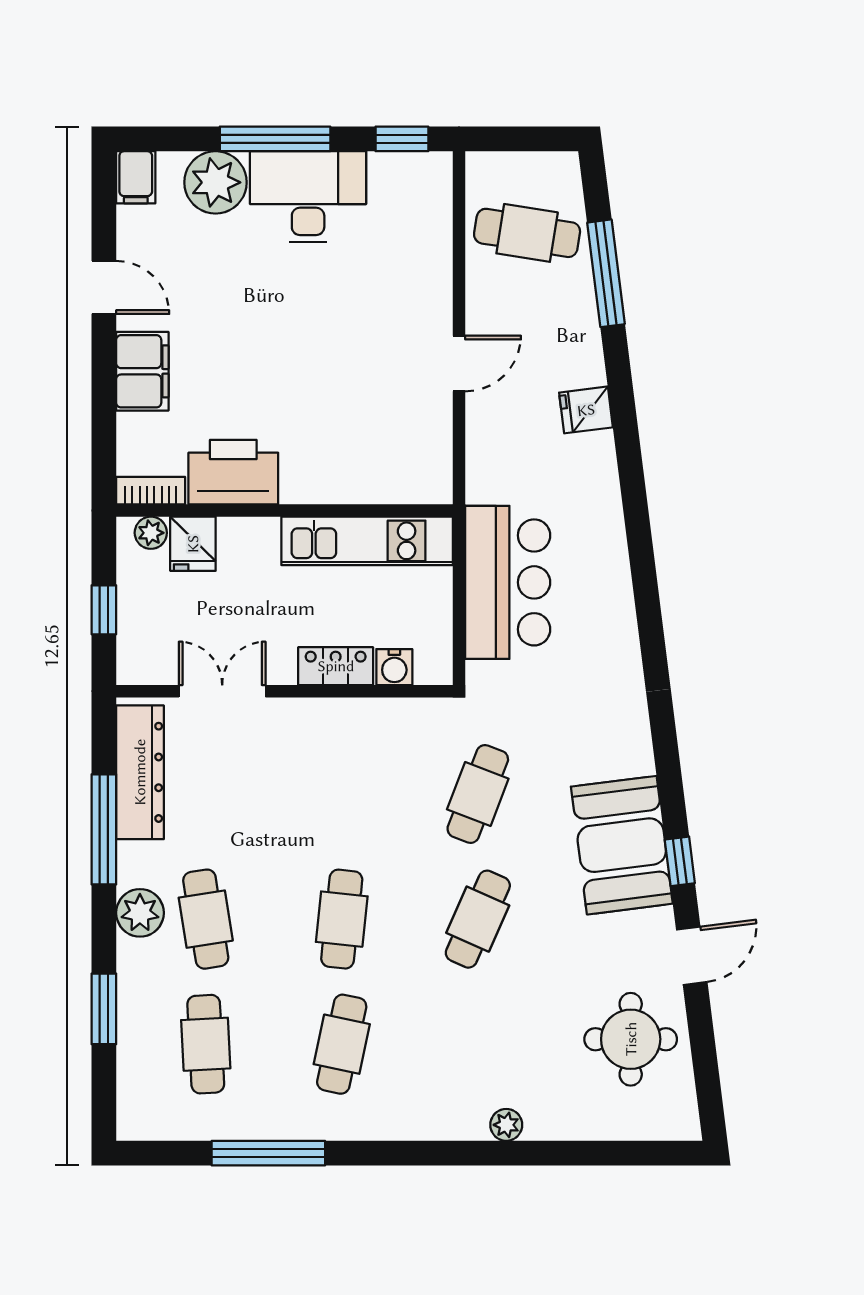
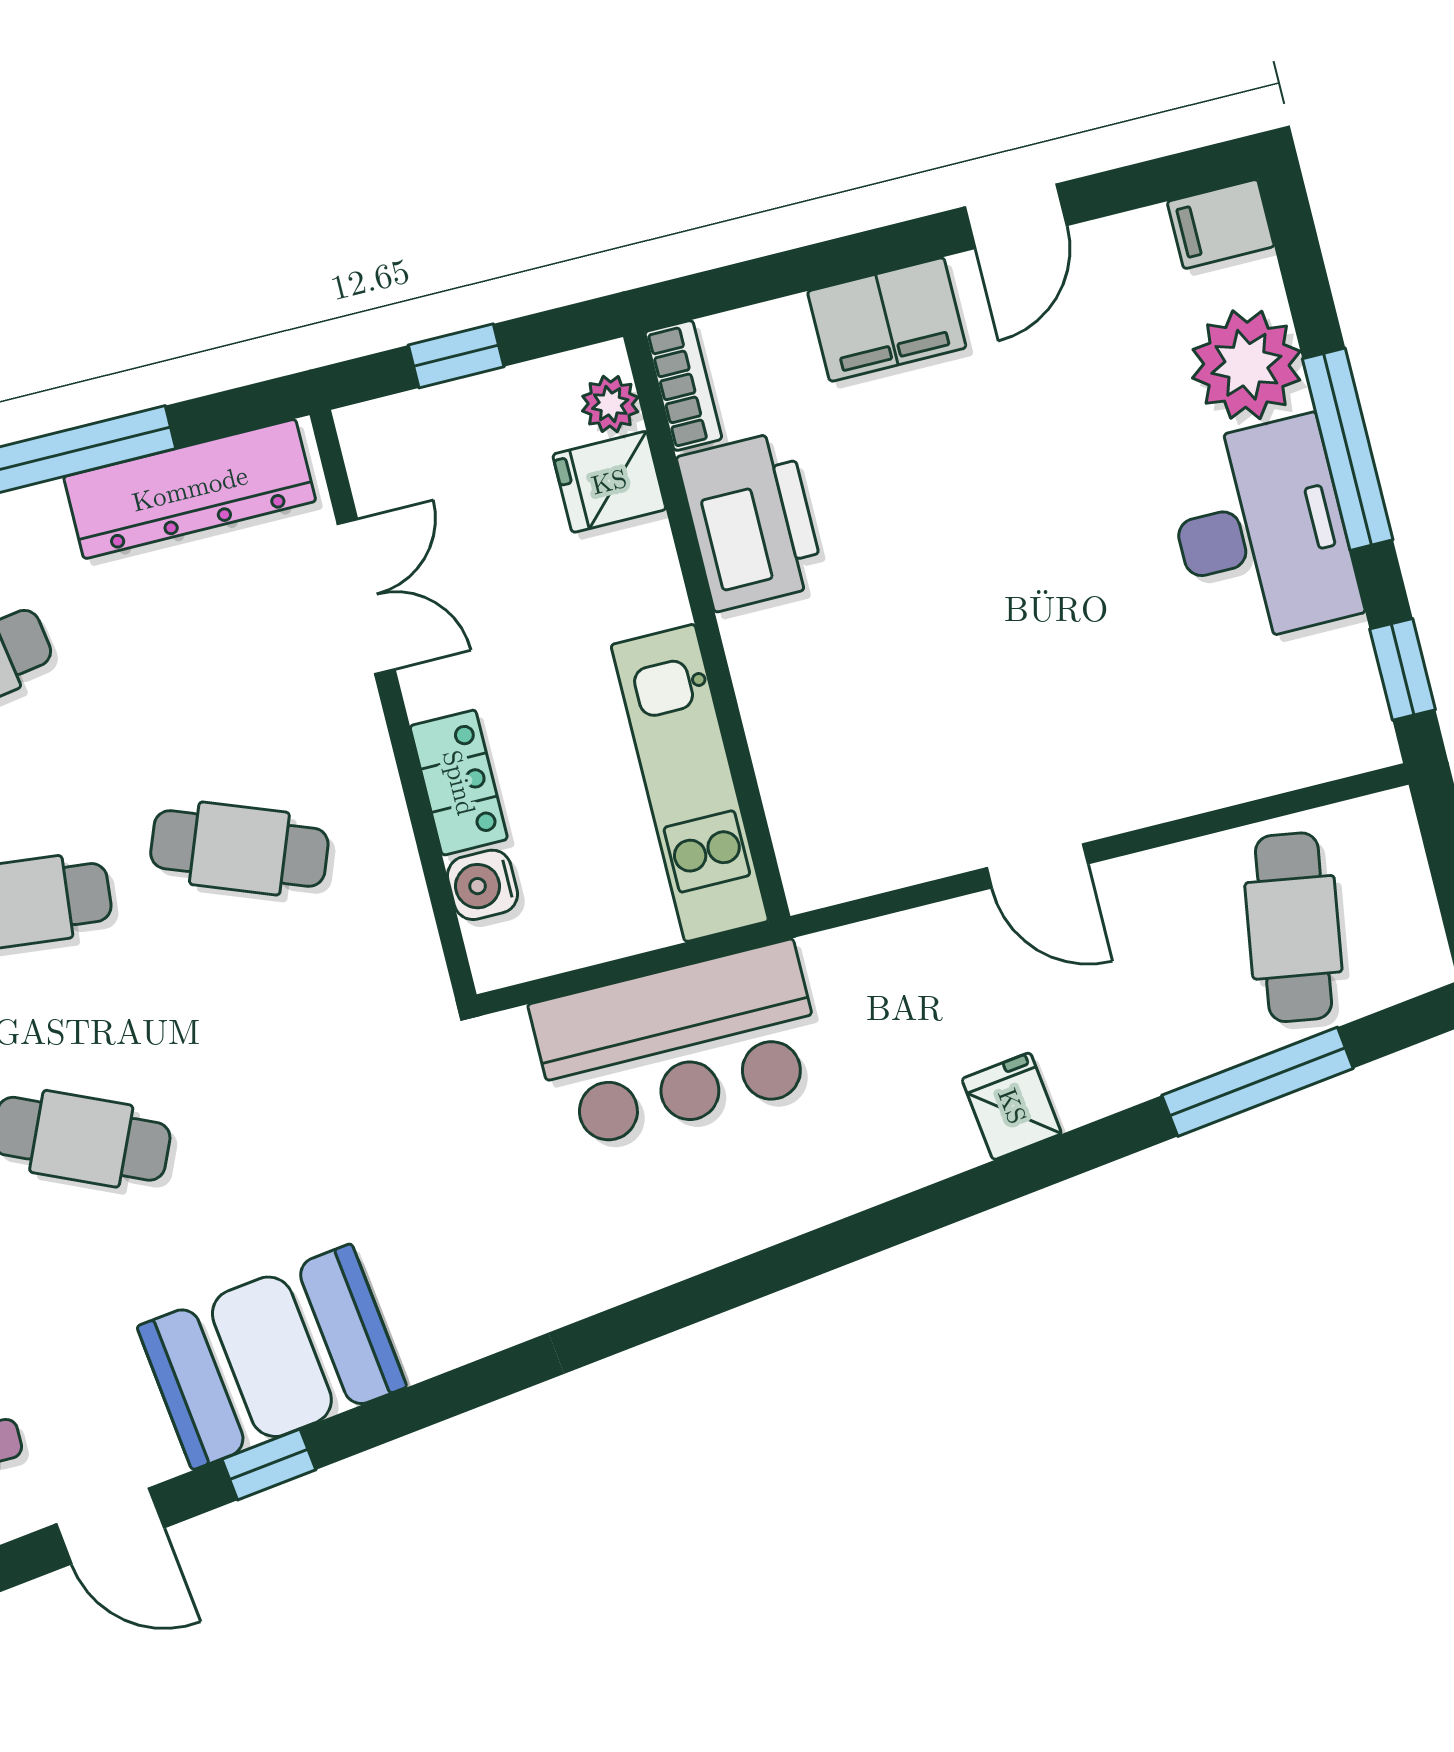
cafe table: (478, 794) -> (239, 848), moved

